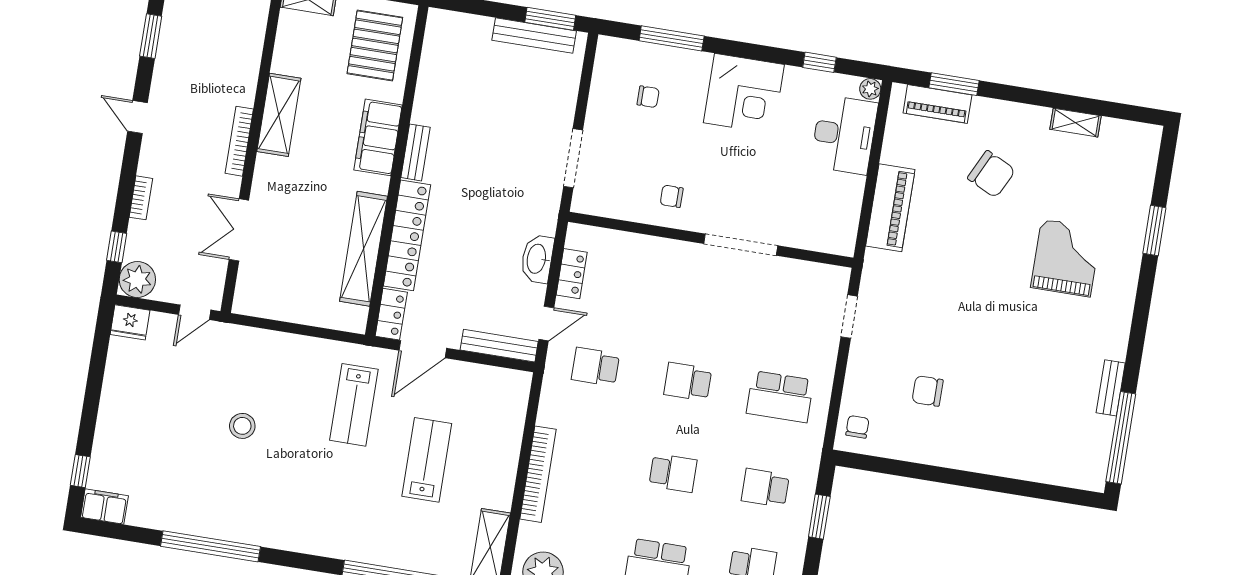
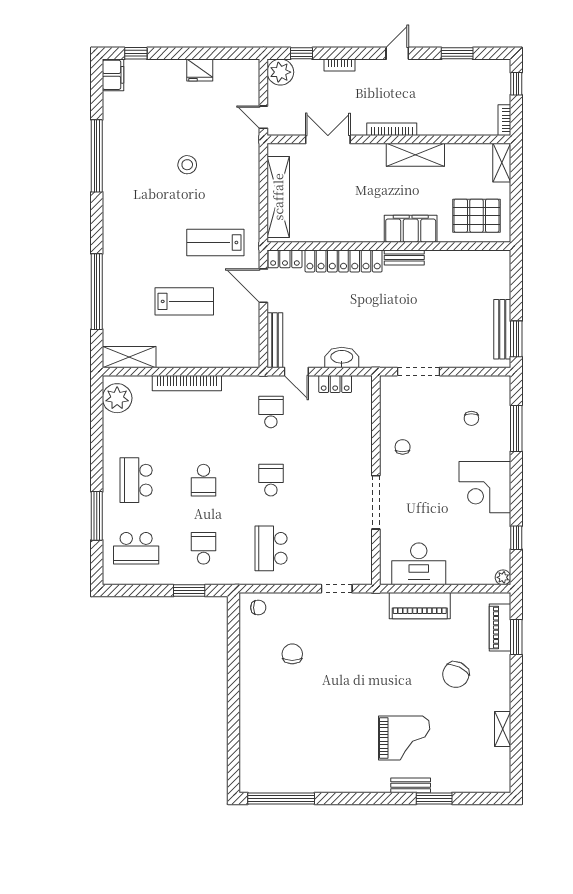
desk: (844, 135) -> (419, 564), moved
shelving: (364, 249) -> (278, 197), moved, turned 90
fridge: (130, 322) -> (200, 70), moved, turned -90
bench: (1111, 388) -> (411, 785), moved

